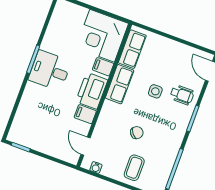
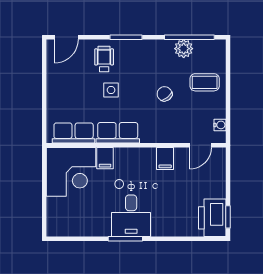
printer: (92, 91) -> (212, 218), moved, turned 90
plant: (167, 161) -> (184, 49), added

